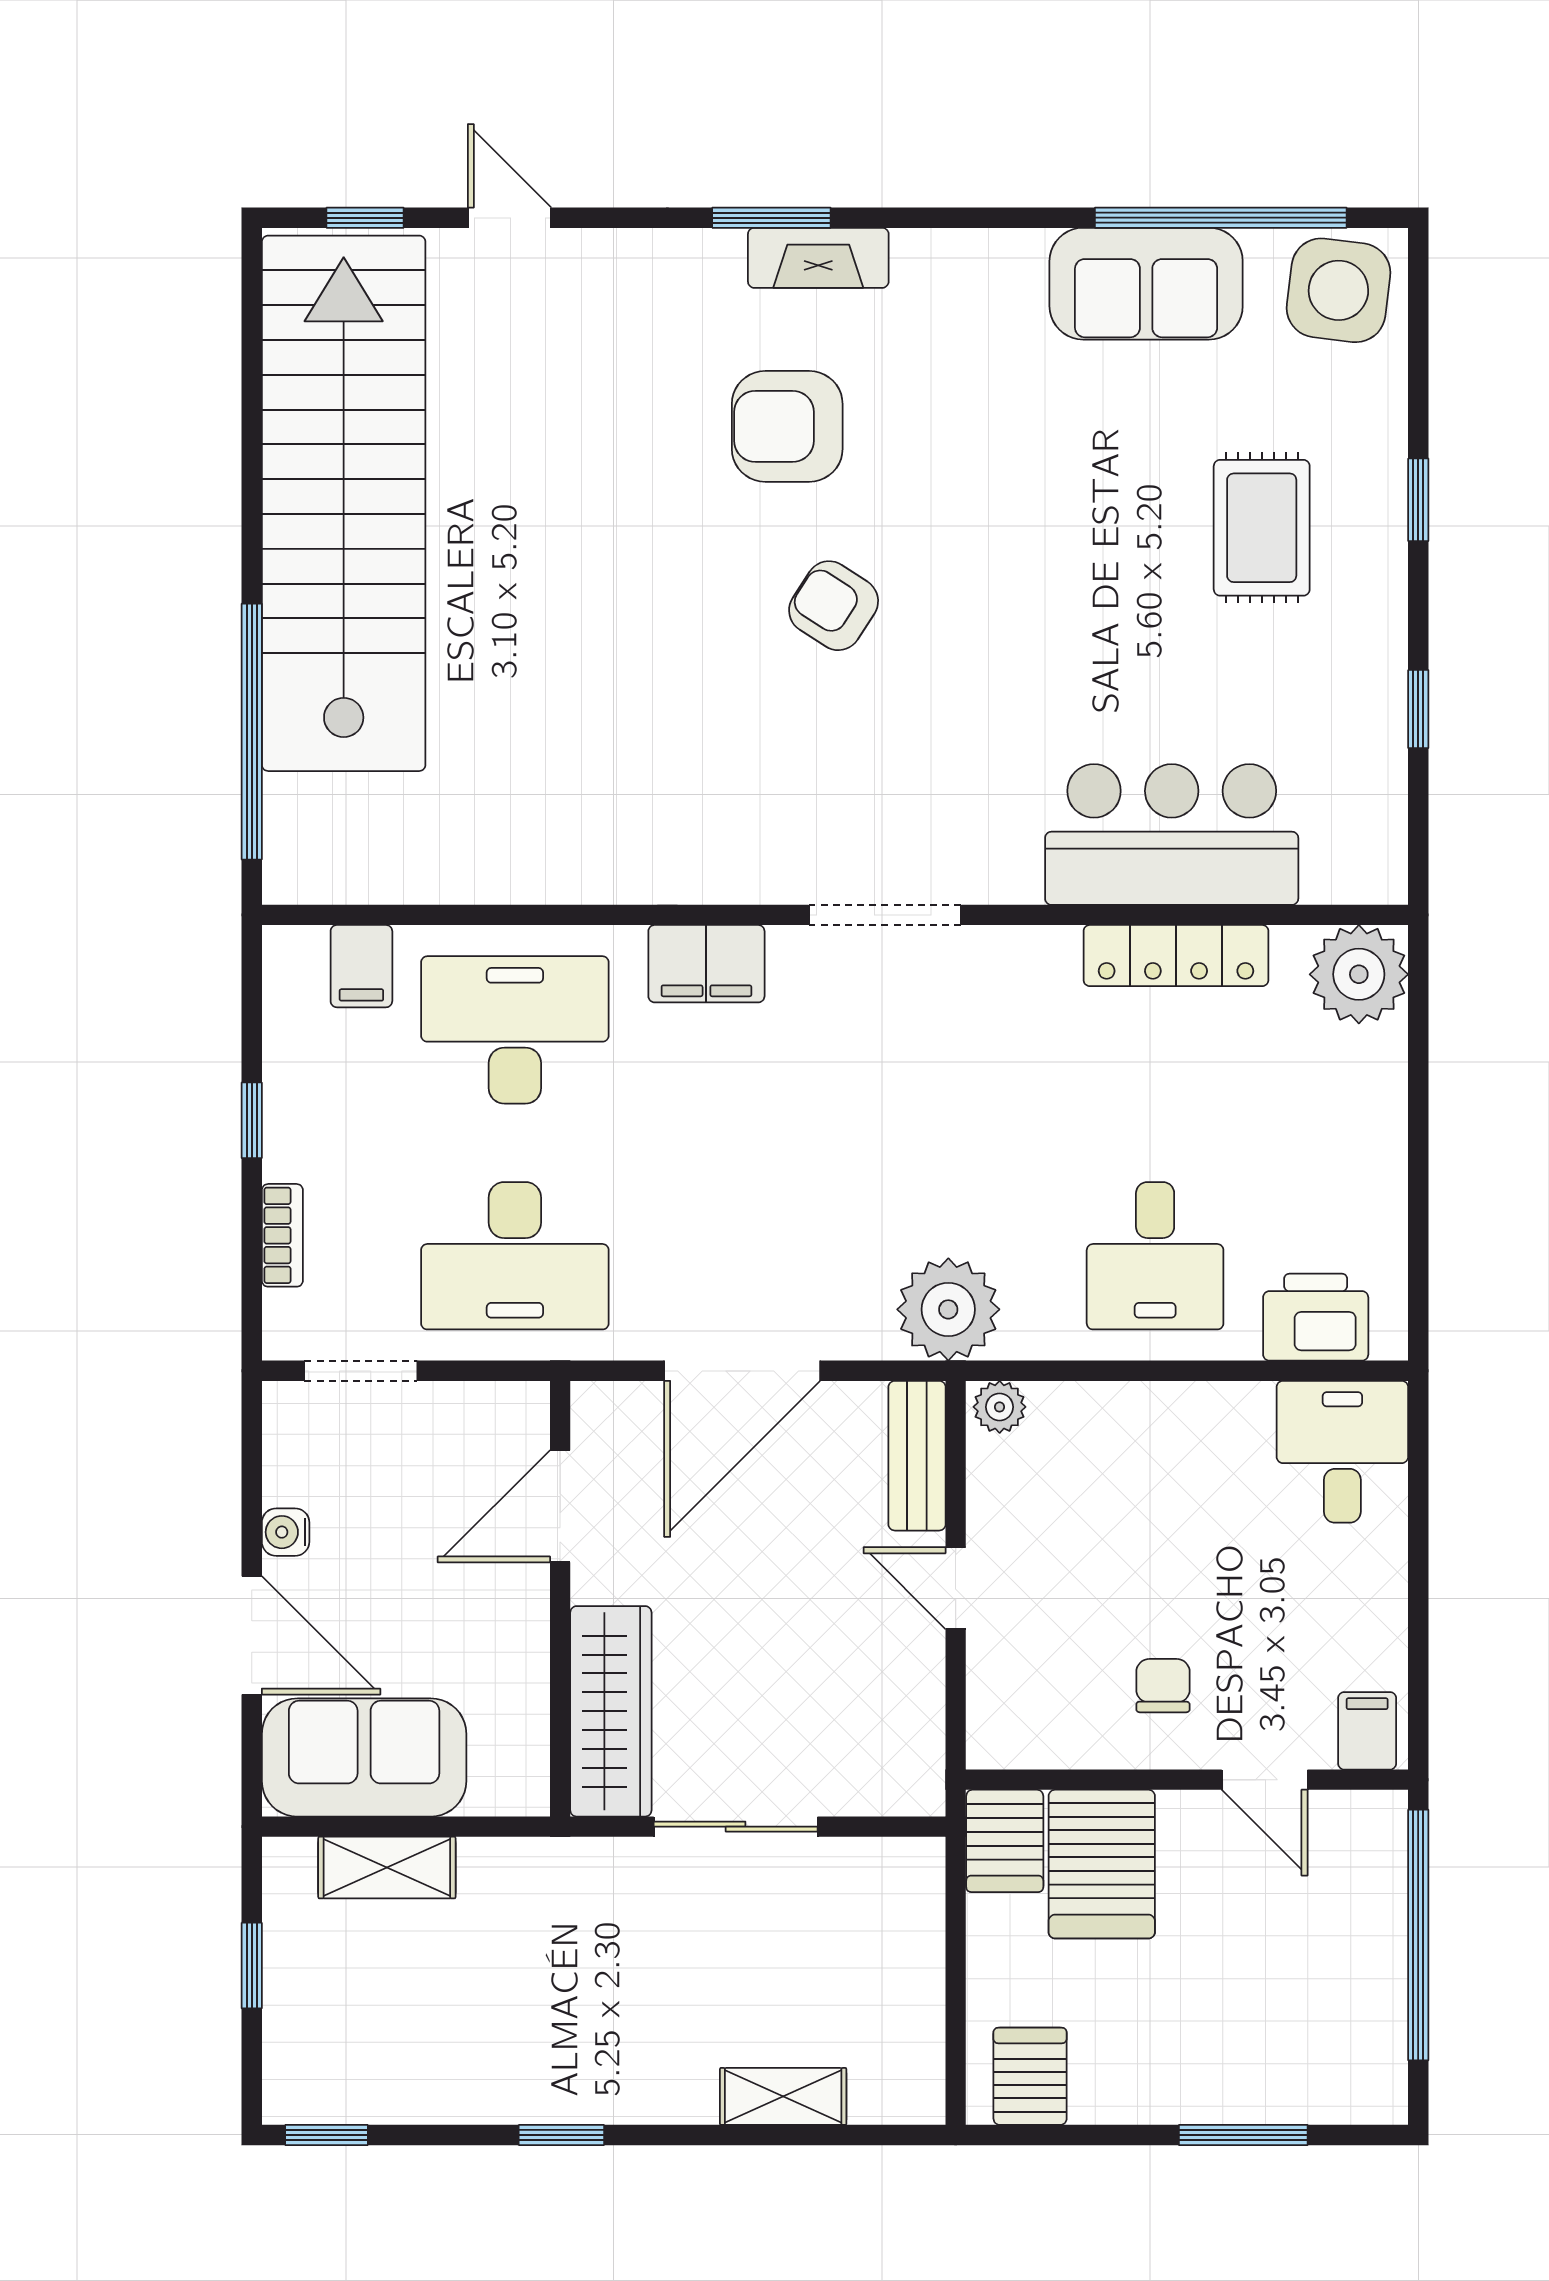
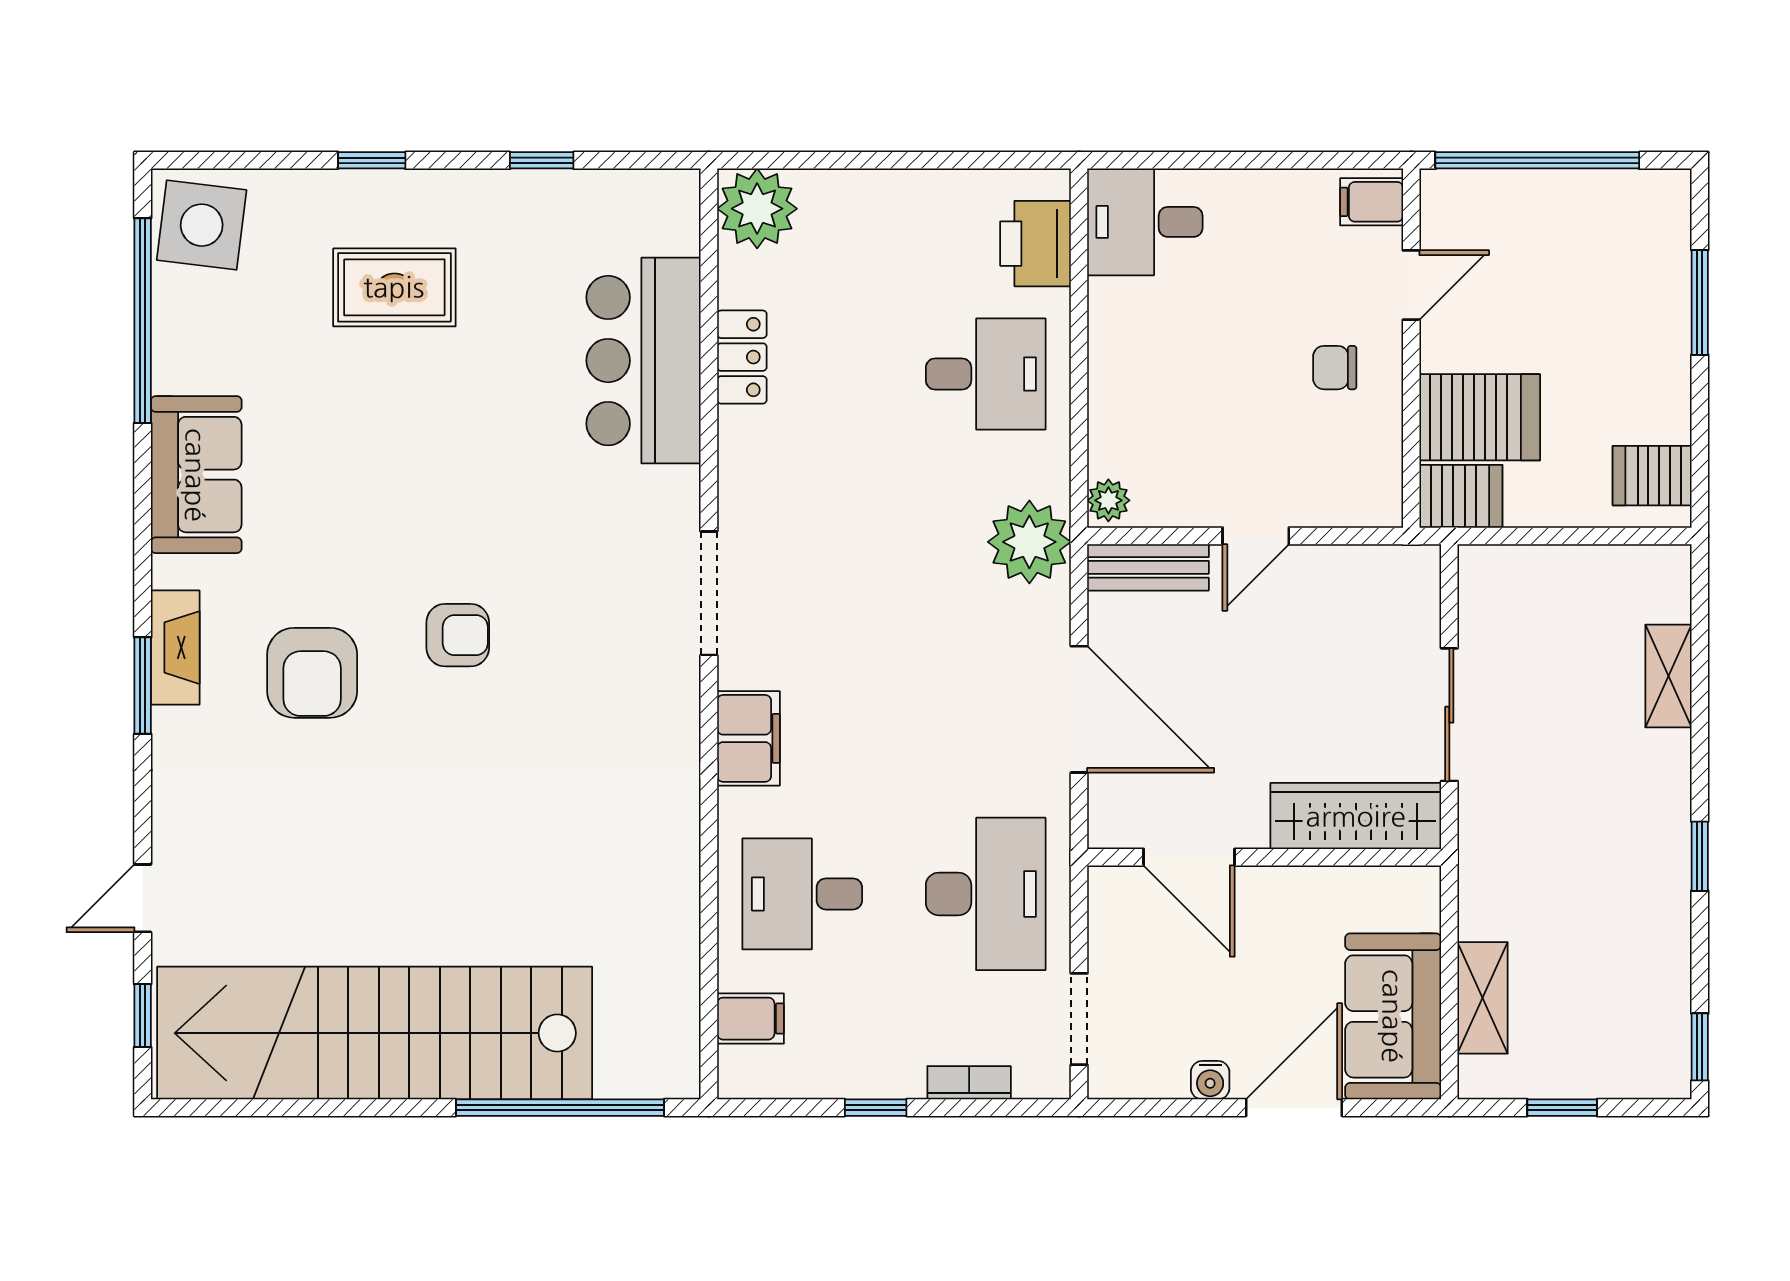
sofa: (1146, 284) -> (196, 475), moved
armchair: (834, 606) -> (458, 635), turned -123
locker: (1176, 956) -> (742, 357), width x0.66
desk: (515, 1030) -> (802, 894), width x0.73

